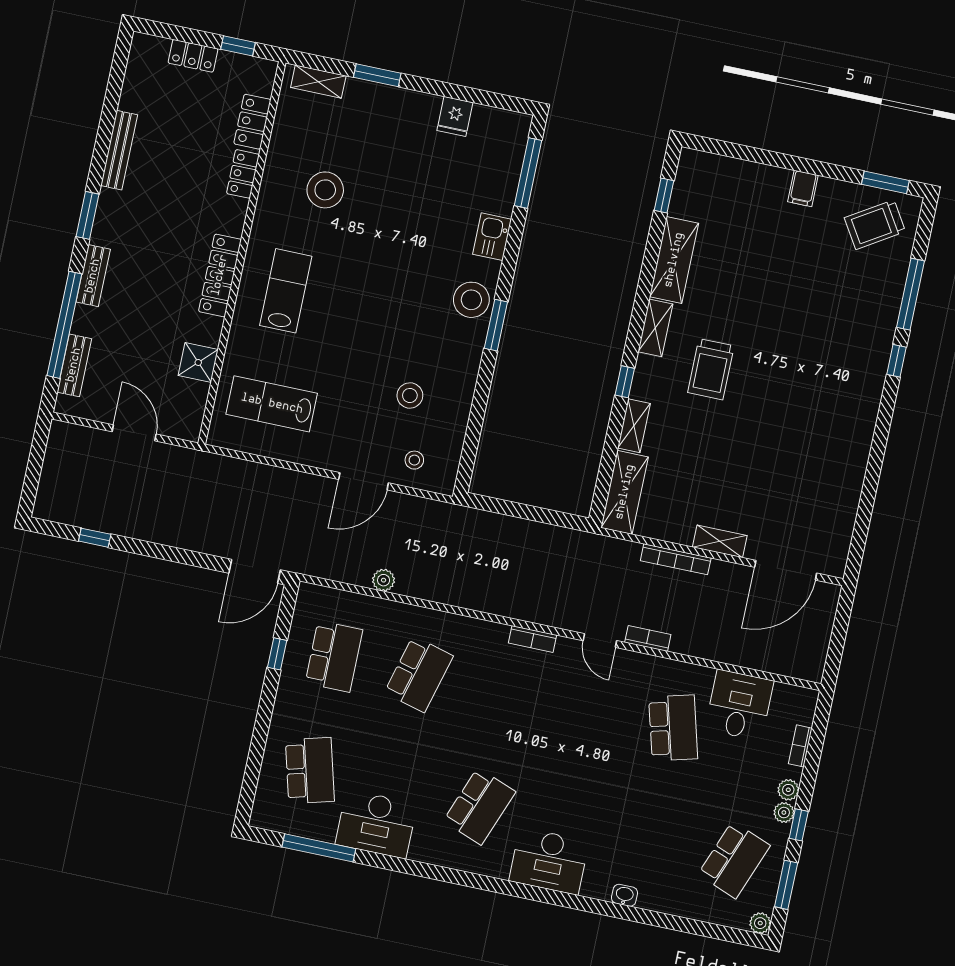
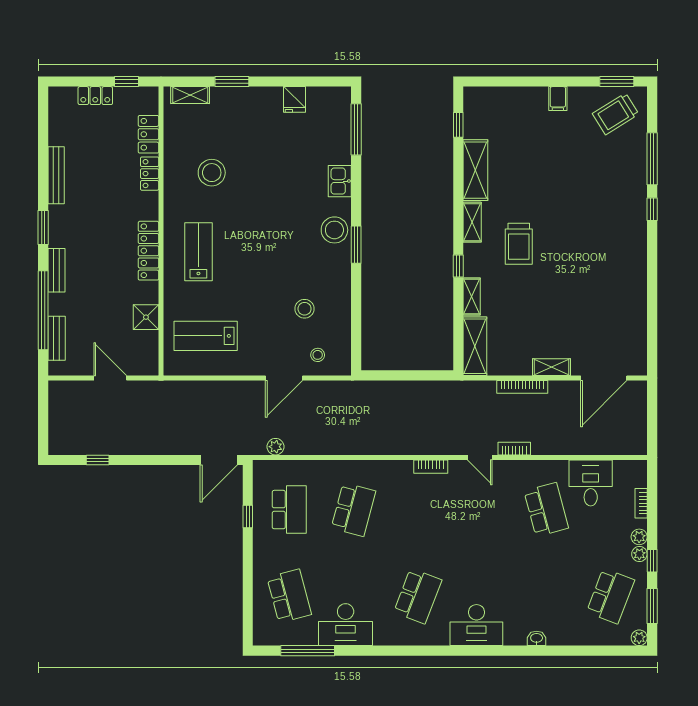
plant: (384, 580) -> (276, 447), moved

